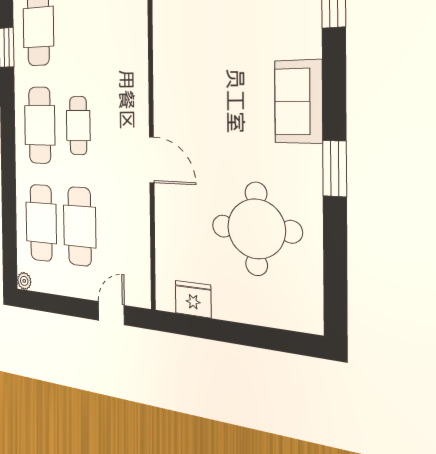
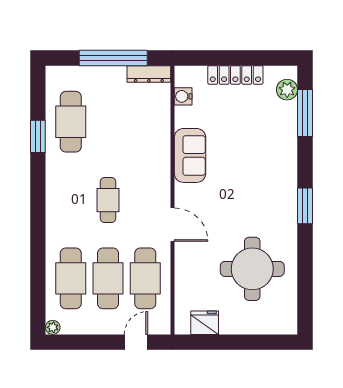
sofa: (298, 102) -> (190, 155), moved, turned 180
cafe table: (40, 125) -> (145, 278), moved
window: (335, 169) -> (305, 206), moved

